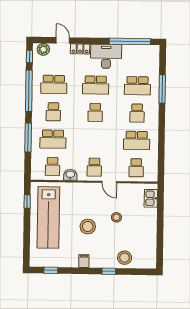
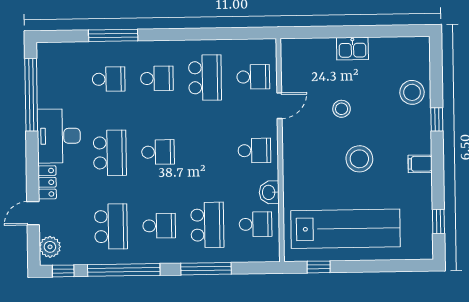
school desk: (137, 86) -> (109, 79), width x0.54
door: (109, 182) -> (279, 106), moved
kitchen sink: (151, 198) -> (352, 49), moved

